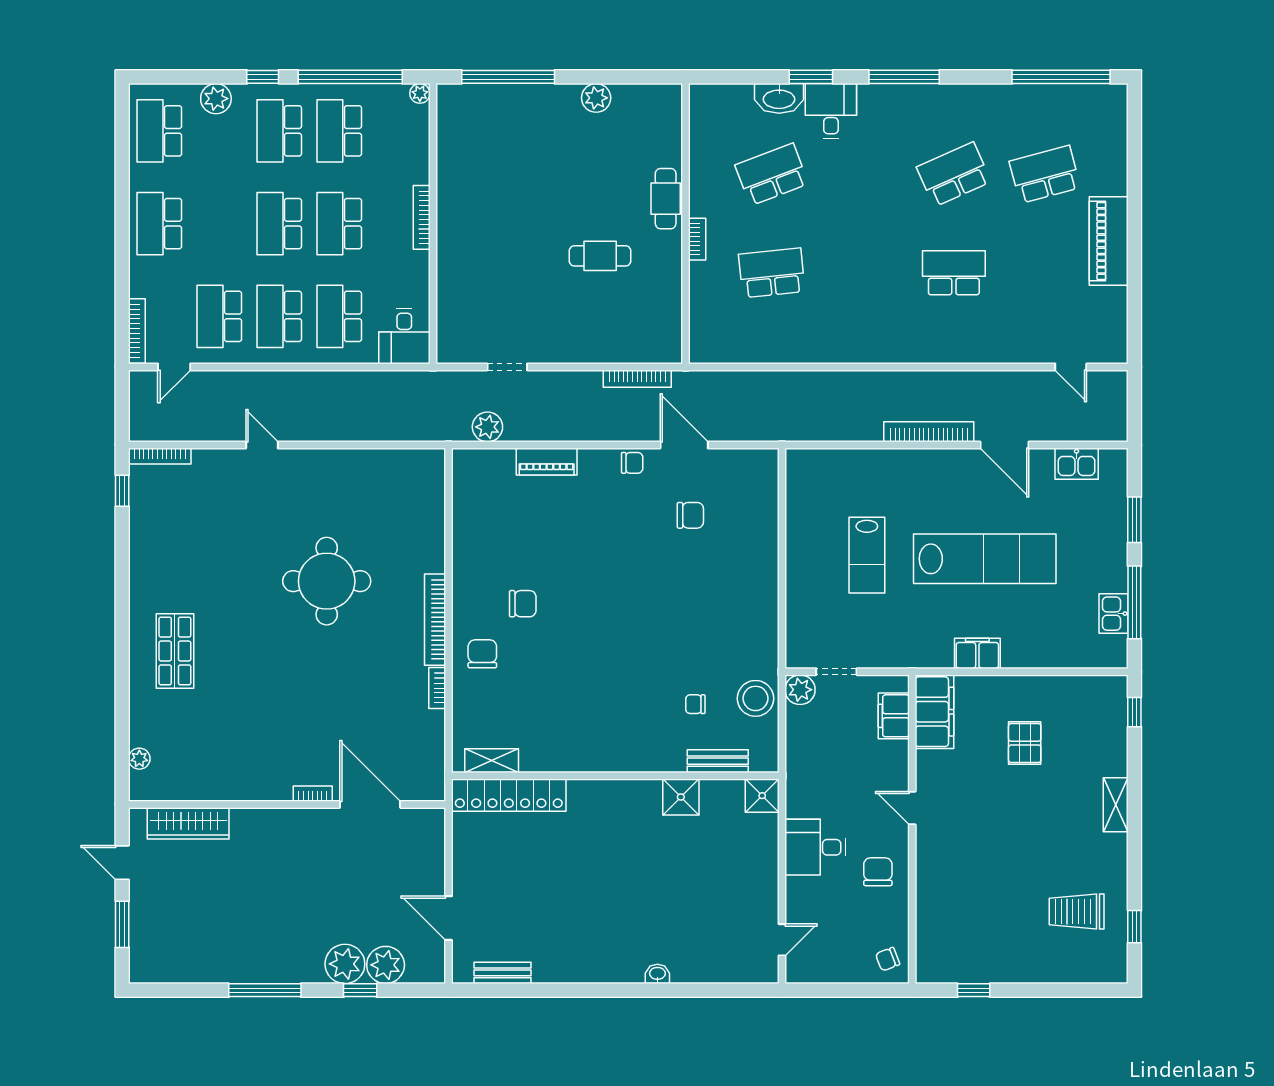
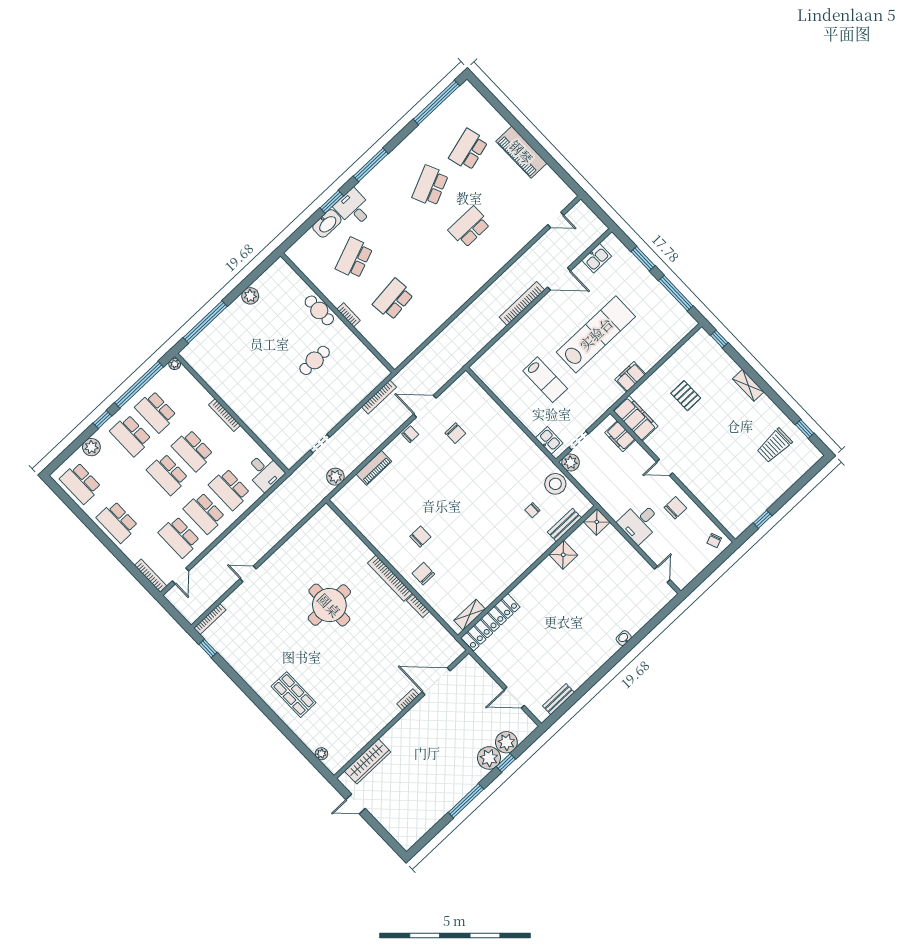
chair: (690, 515) -> (455, 433), turned 90
kitchen sink: (1113, 614) -> (549, 440), moved, turned 180
chair: (878, 872) -> (675, 508), turned 90
window: (122, 924) -> (380, 830), removed

